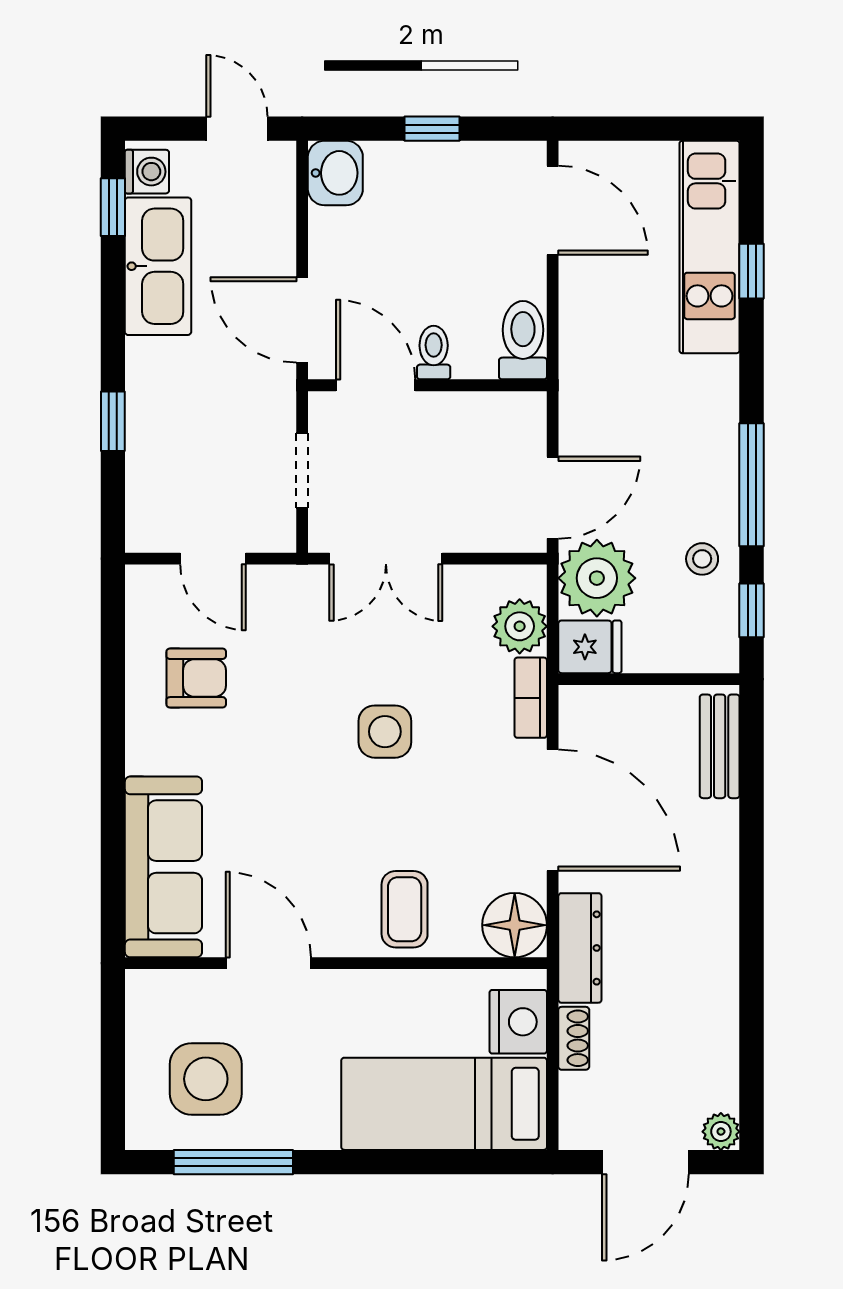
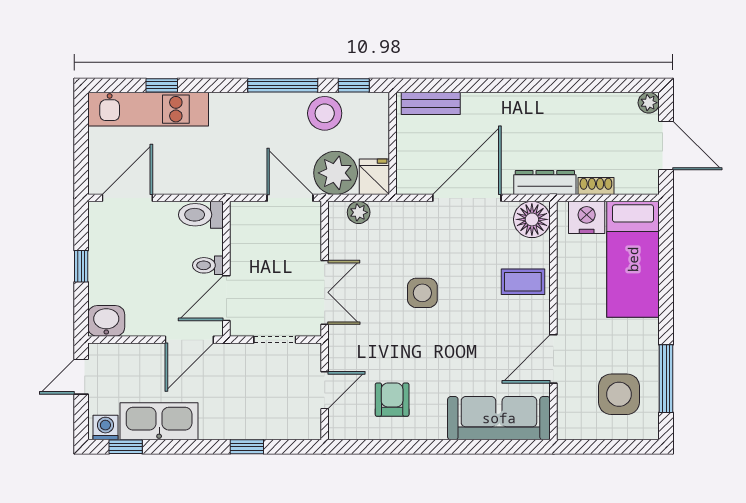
stool: (702, 559) -> (325, 113), width x1.89, depth x1.89
plant: (520, 626) -> (359, 212), width x0.73, depth x0.73
bookcase: (531, 698) -> (403, 210), removed

